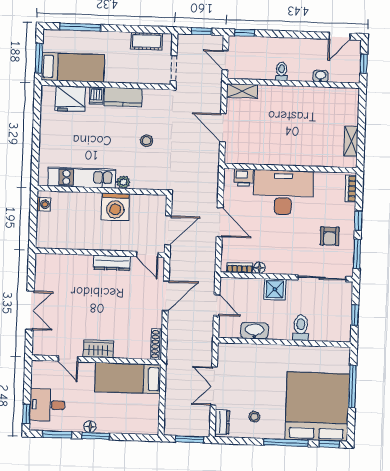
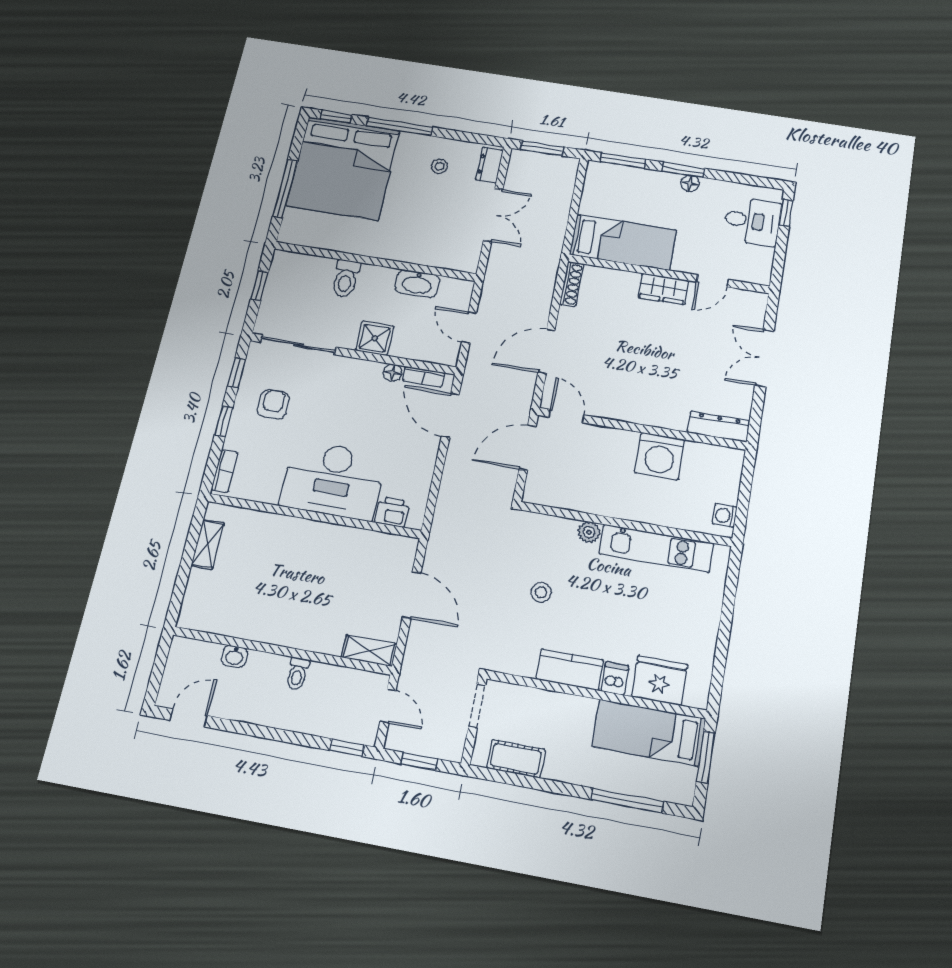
window: (364, 64) -> (159, 666), removed
washing machine: (115, 207) -> (660, 456), moved, turned 180
door: (220, 222) -> (450, 415), moved
window: (357, 254) -> (237, 373), width x0.67
dresser: (112, 263) -> (719, 427), moved
door: (68, 359) -> (712, 281), swing flipped
window: (57, 435) -> (623, 161), moved

